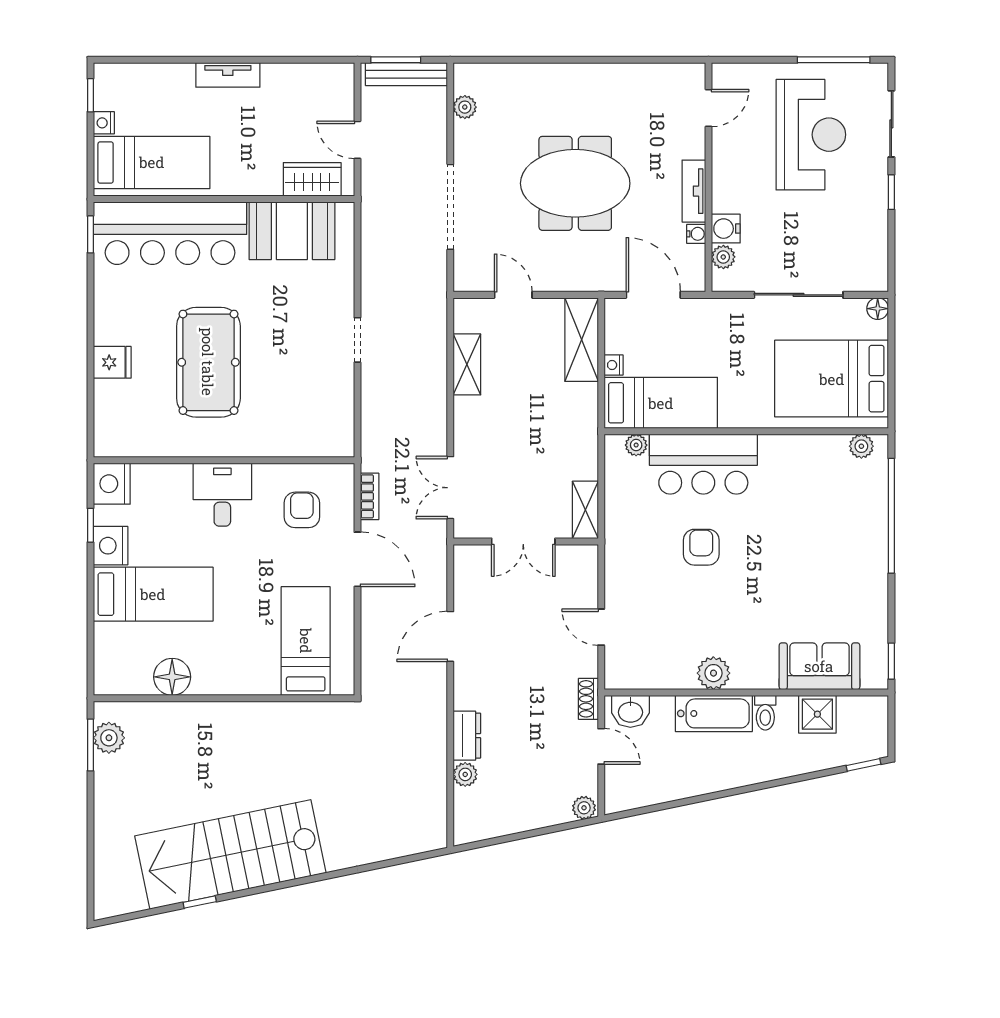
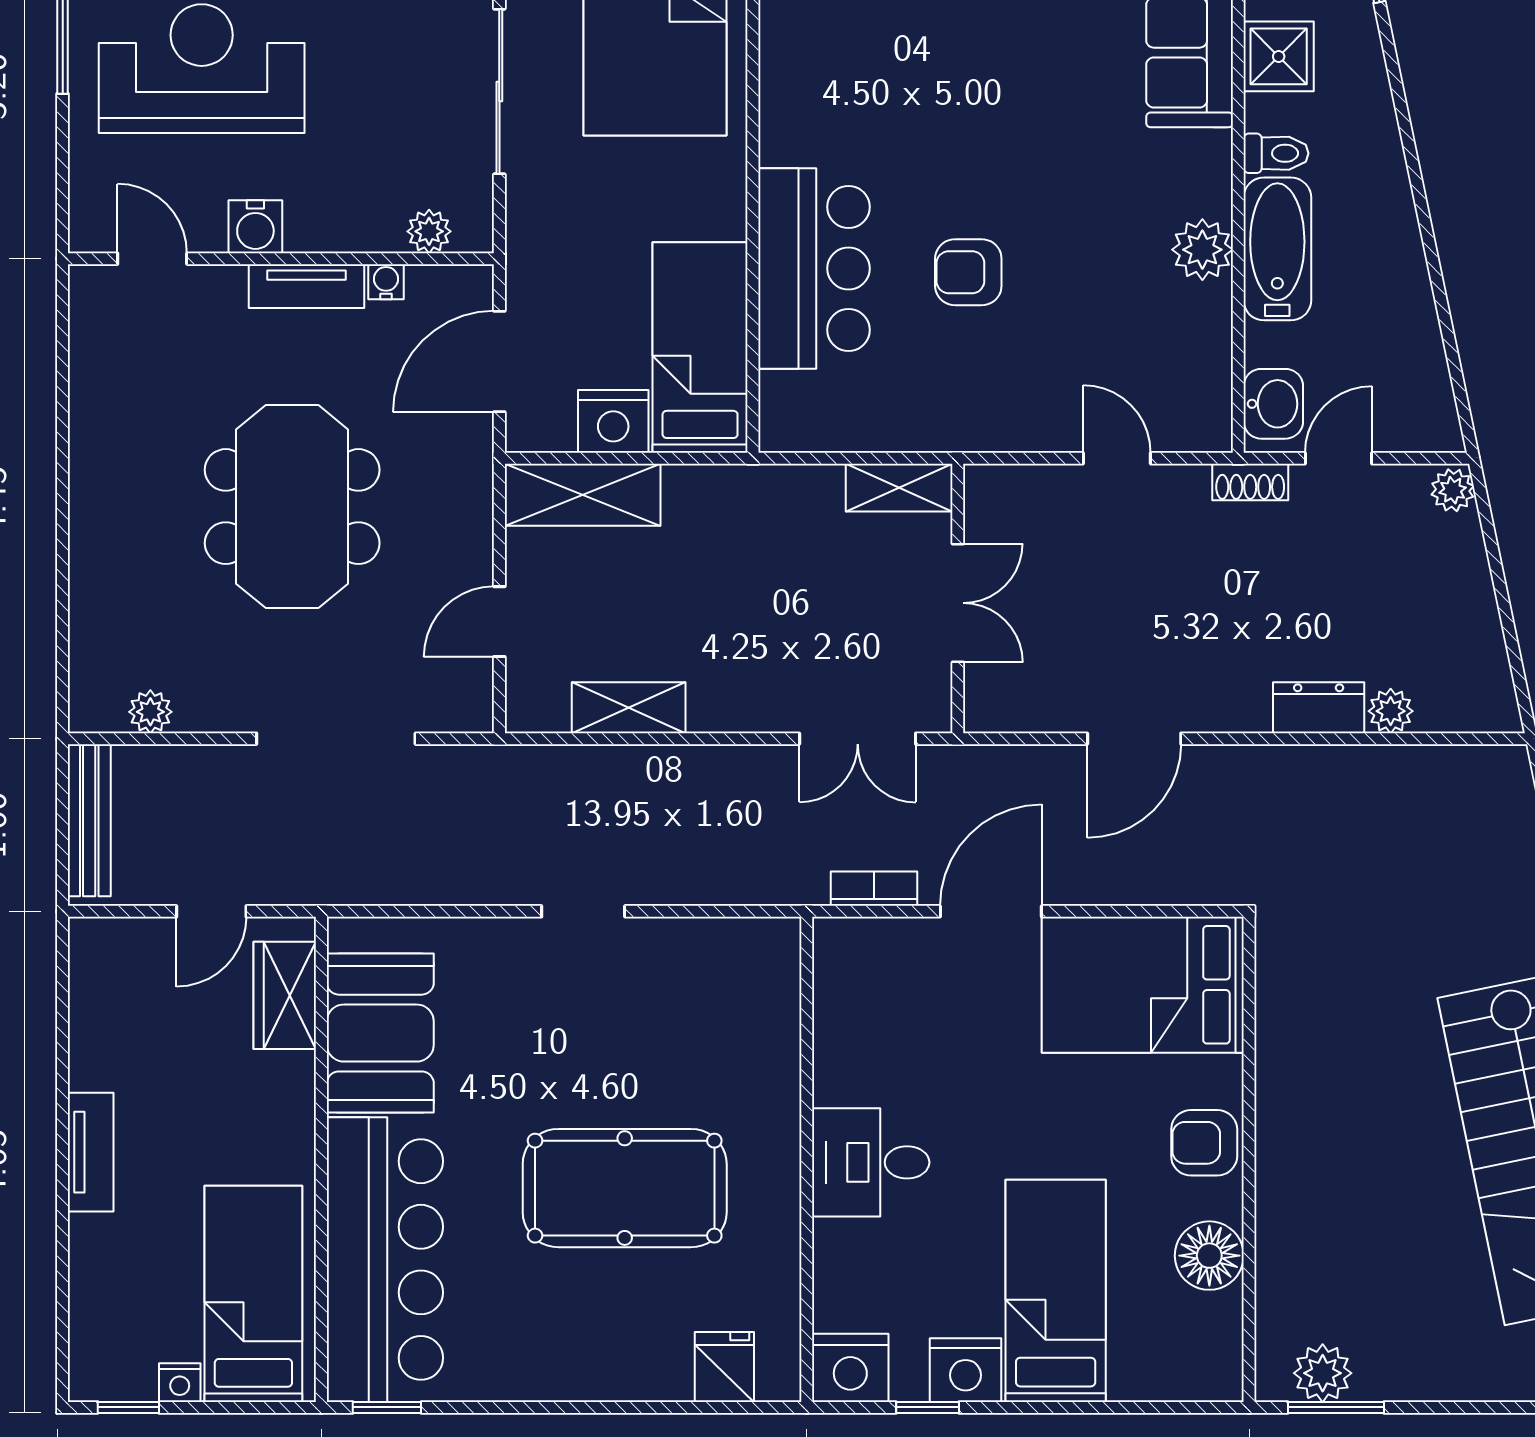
window: (396, 60) -> (63, 840), removed
water cooler: (726, 229) -> (255, 227), moved
fridge: (112, 362) -> (724, 1367), moved
nightstand: (614, 365) -> (613, 421), width x1.89, depth x1.79
plant: (636, 445) -> (779, 393), removed
armchair: (302, 510) -> (1204, 1143), moved
door: (601, 627) -> (1117, 458), swing flipped
door: (450, 636) -> (1134, 739), hinge flipped
bed: (306, 641) -> (1143, 985), width x1.50

